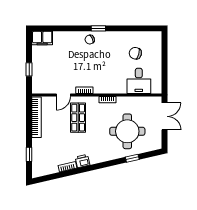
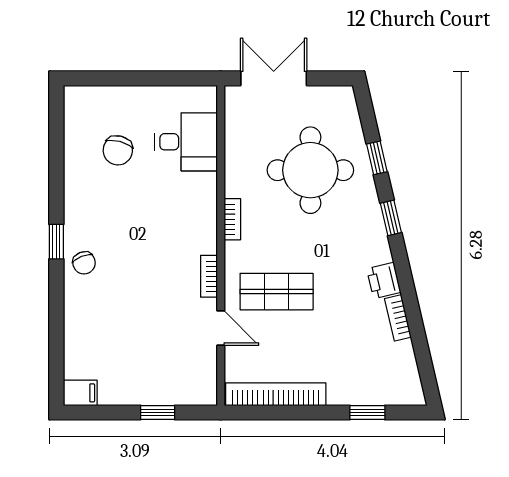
filing cabinet: (42, 38) -> (80, 393), width x0.50
window: (108, 164) -> (391, 218), added

